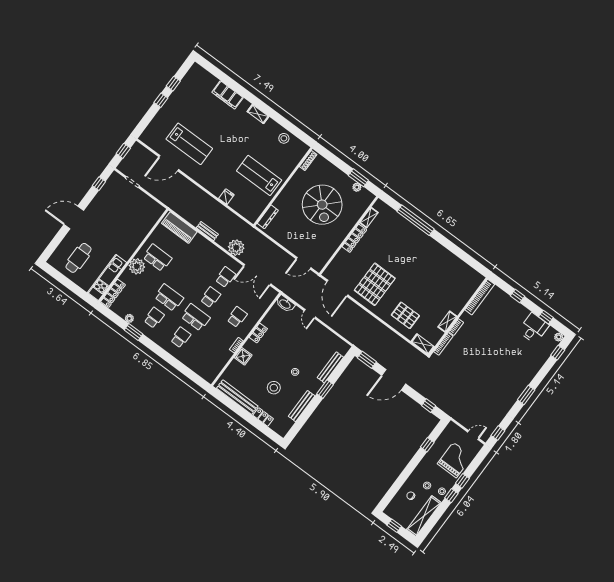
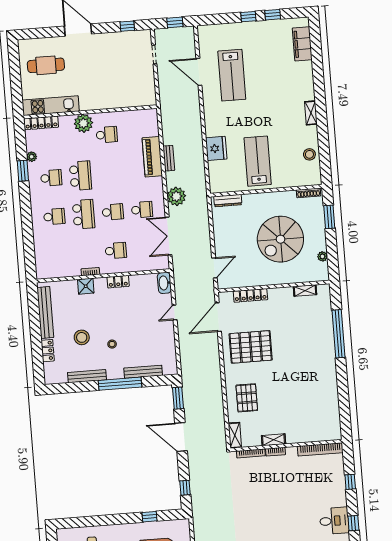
filing cabinet: (228, 95) -> (302, 44), moved
window: (358, 178) -> (329, 217), moved
fridge: (226, 197) -> (216, 148), width x1.88, depth x1.34
piano: (179, 228) -> (152, 157), moved
locker: (354, 238) -> (250, 295), moved
school desk: (157, 258) -> (107, 135), width x0.54
door: (304, 263) -> (214, 268), swing flipped
window: (325, 389) -> (120, 384), width x2.11

